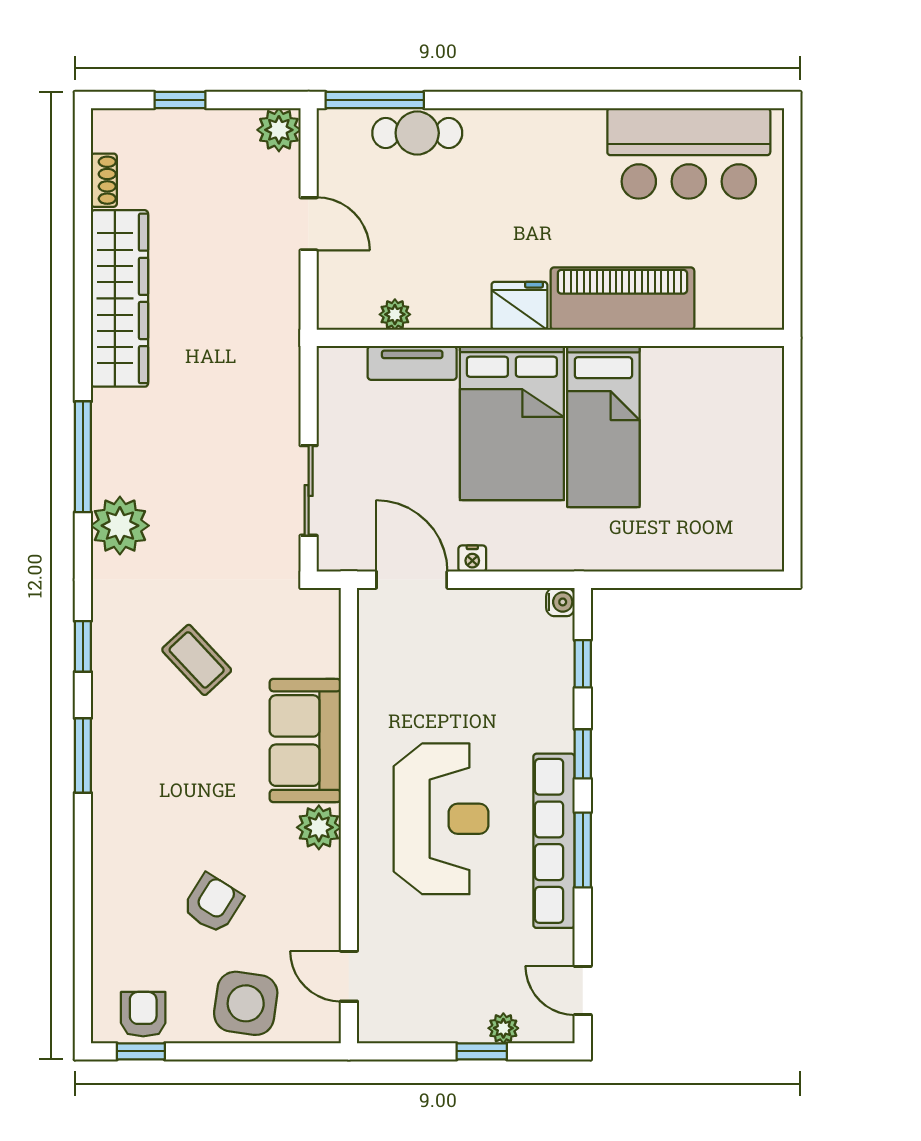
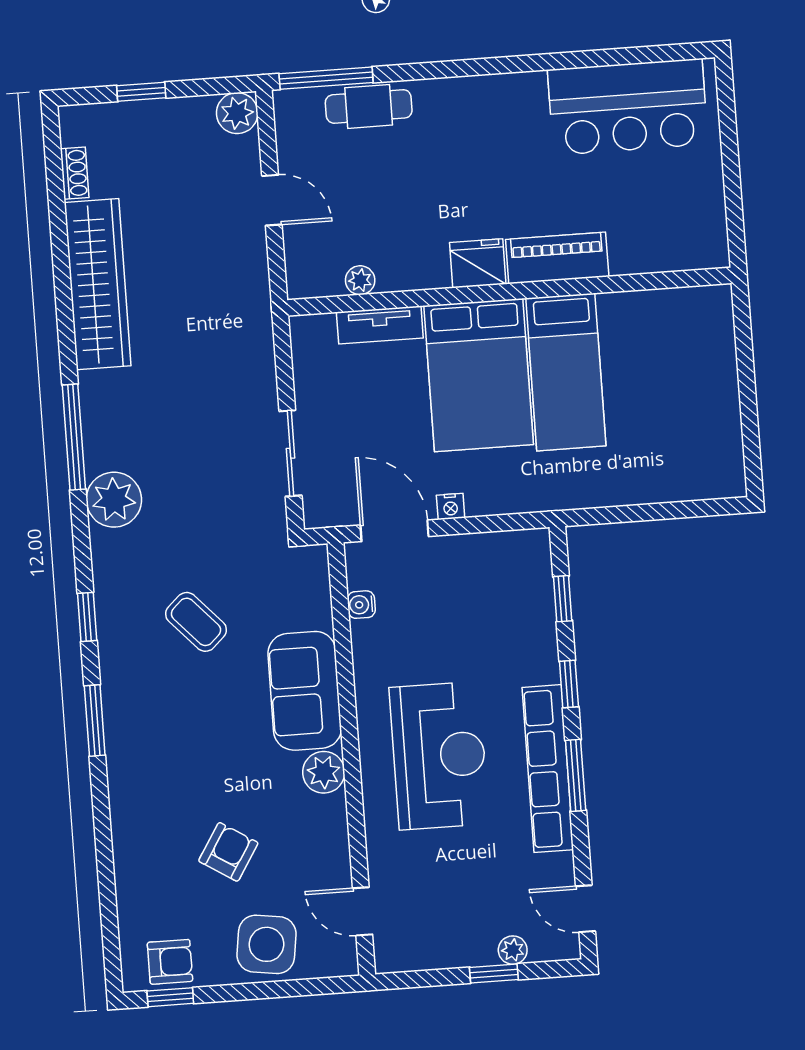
piano: (622, 299) -> (557, 258), width x0.73, depth x0.75
water cooler: (560, 602) -> (361, 605), moved, turned 180
armchair: (143, 1014) -> (170, 962), turned 90

